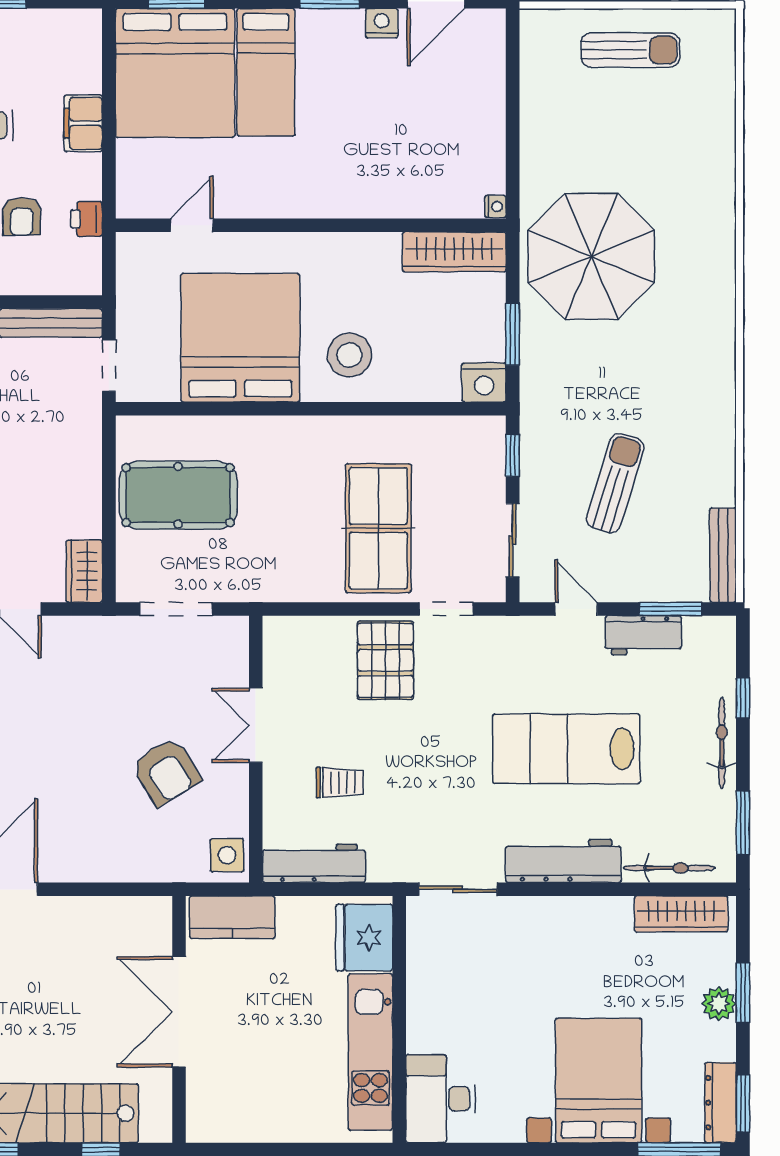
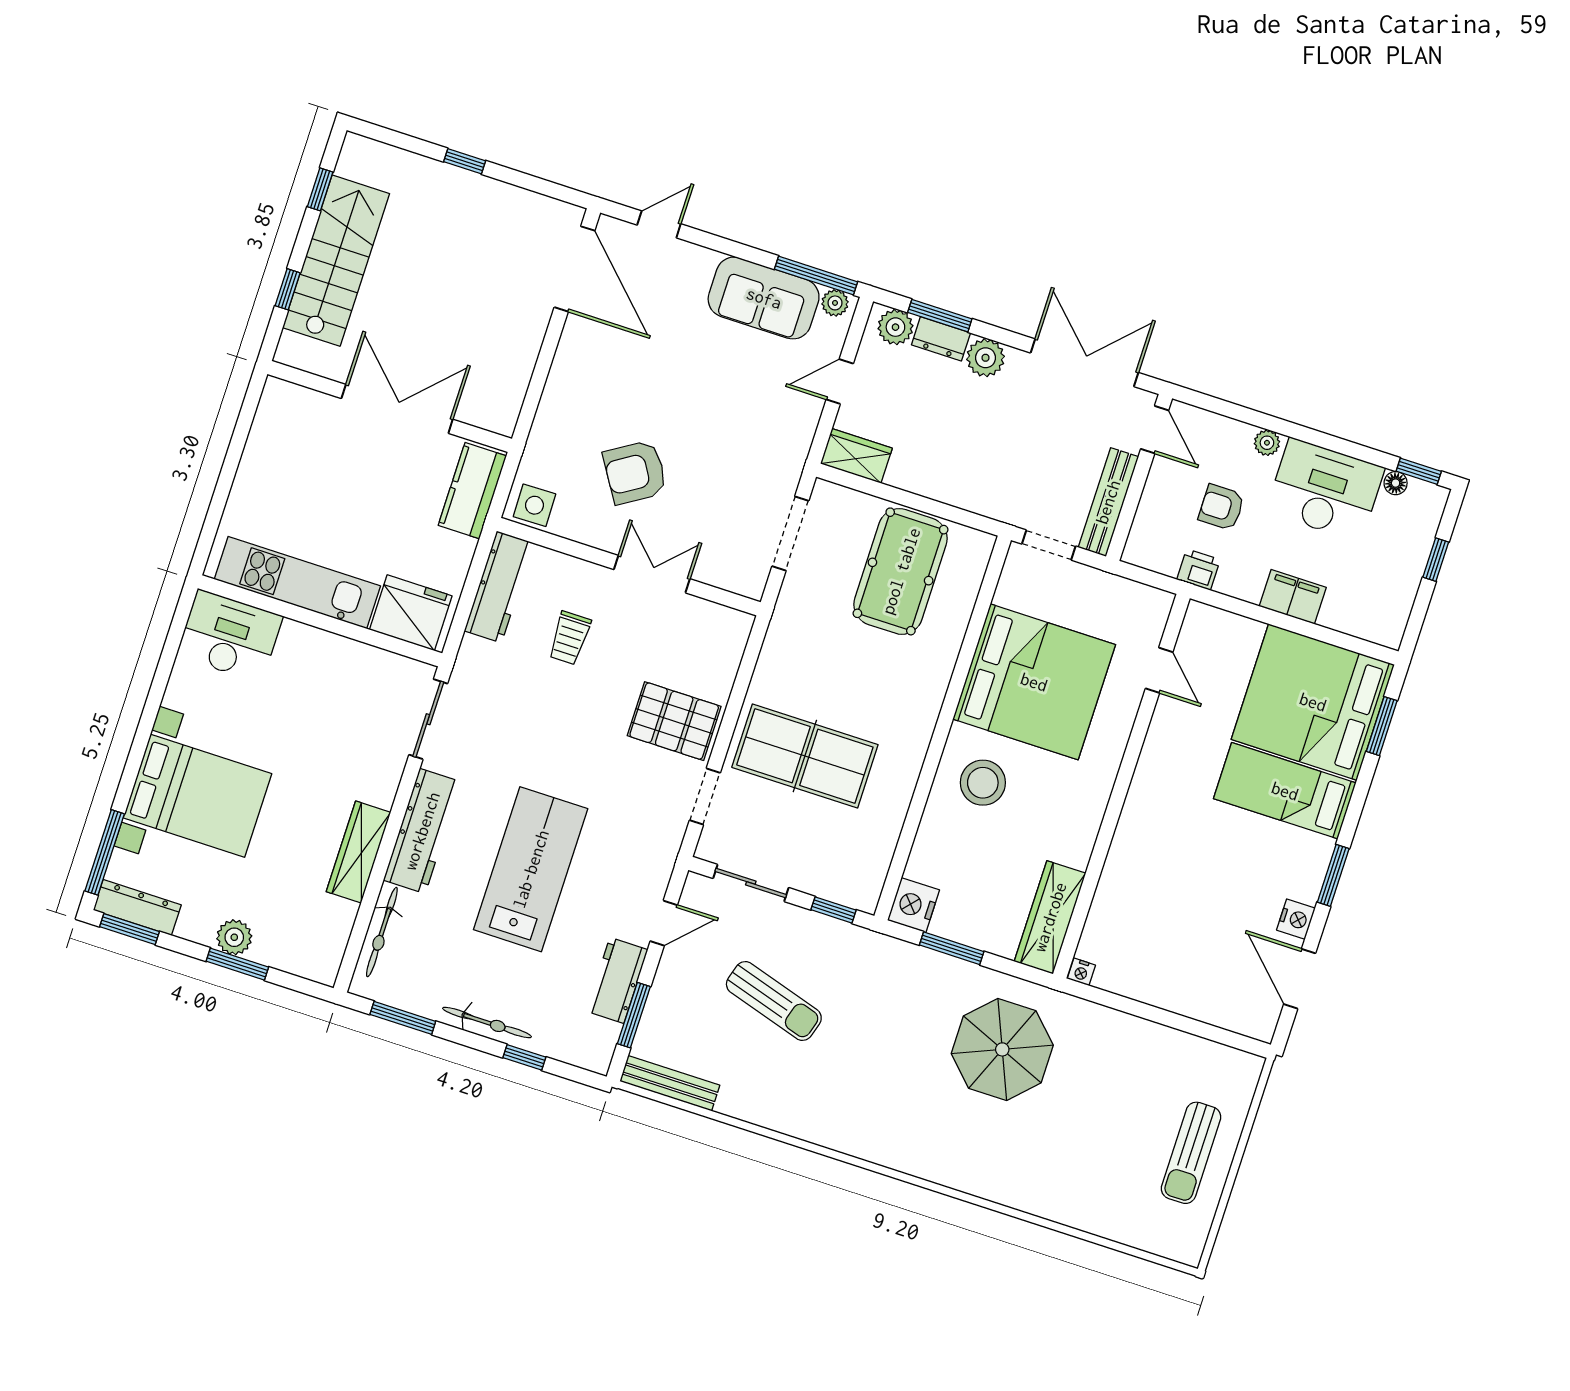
parasol: (591, 256) -> (1002, 1049), width x0.73, depth x0.73
wardrobe: (681, 914) -> (358, 852), moved

